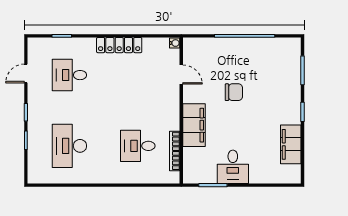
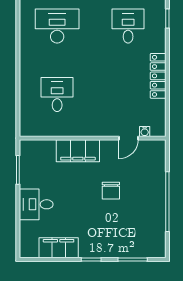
water cooler: (175, 43) -> (145, 131), moved
bookcase: (175, 151) -> (52, 131), removed
desk: (233, 167) -> (36, 204), moved

